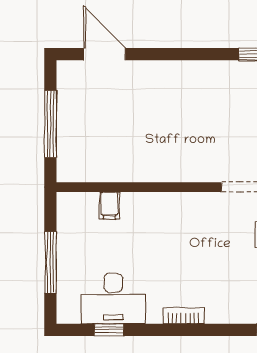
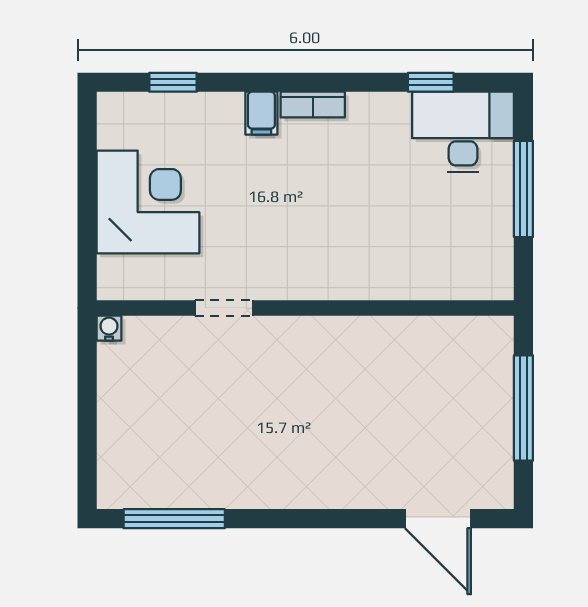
filing cabinet: (109, 205) -> (261, 113), moved, turned 180
desk: (113, 299) -> (463, 132), moved

